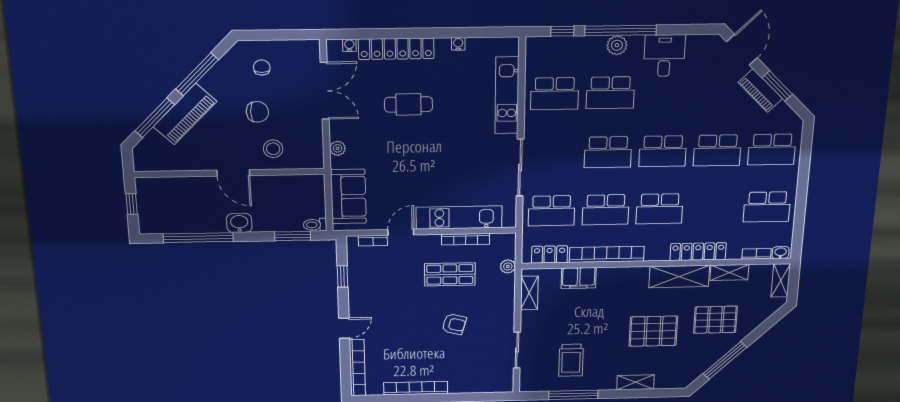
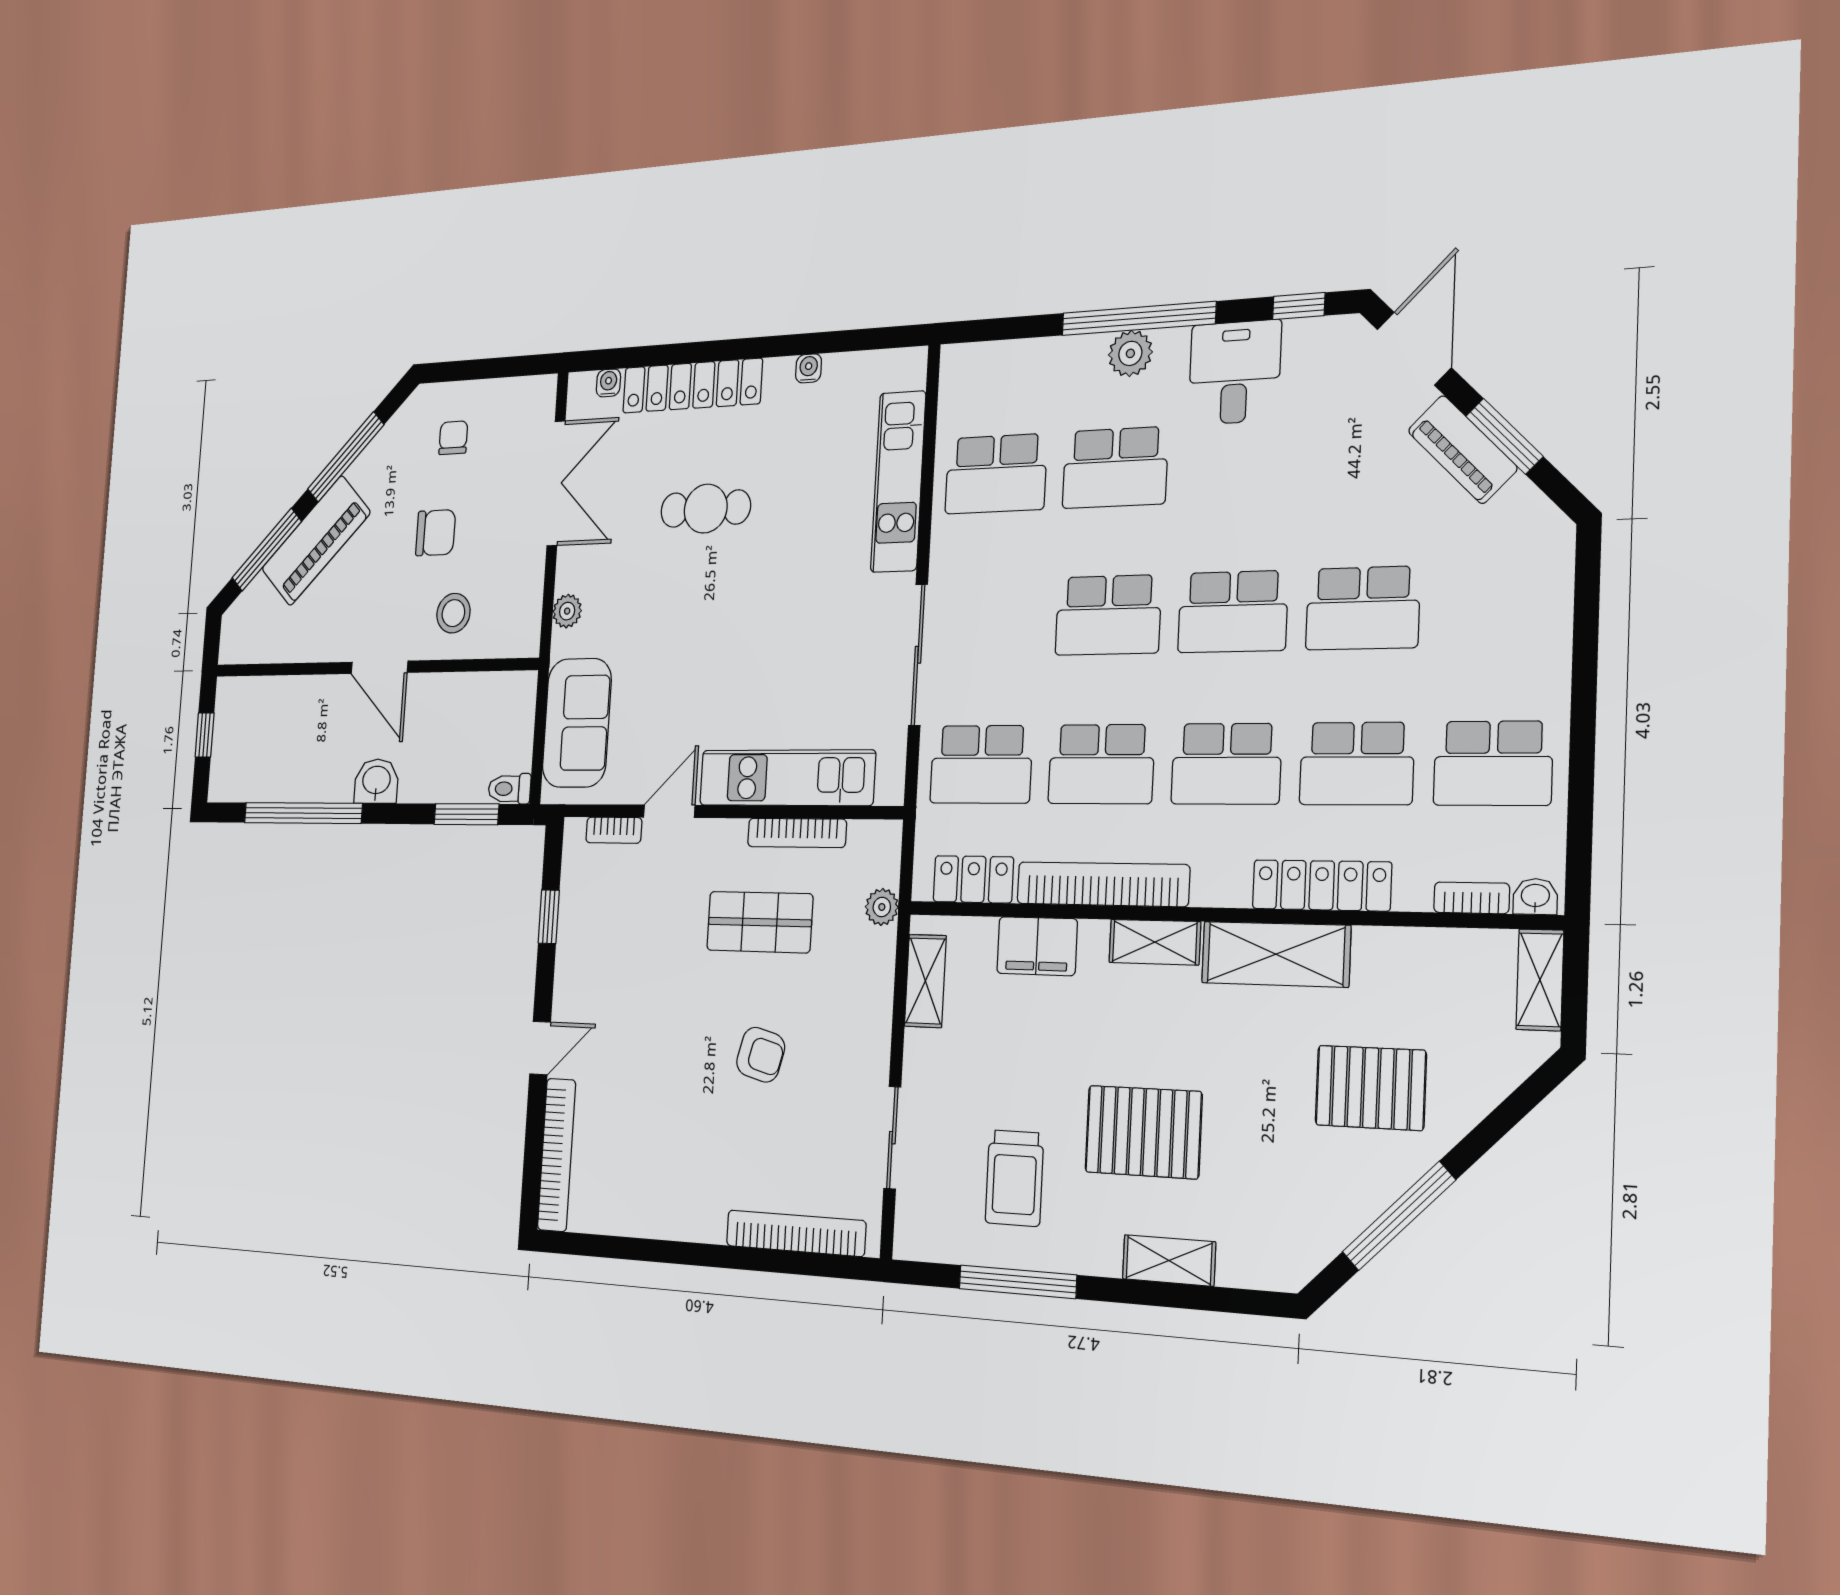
window: (562, 31) -> (1299, 306), moved
school desk: (772, 149) -> (1357, 764), moved
shelving: (729, 272) -> (1155, 942), moved
pallet: (653, 331) -> (1143, 1132), moved
bookcase: (416, 388) -> (796, 1233), moved

